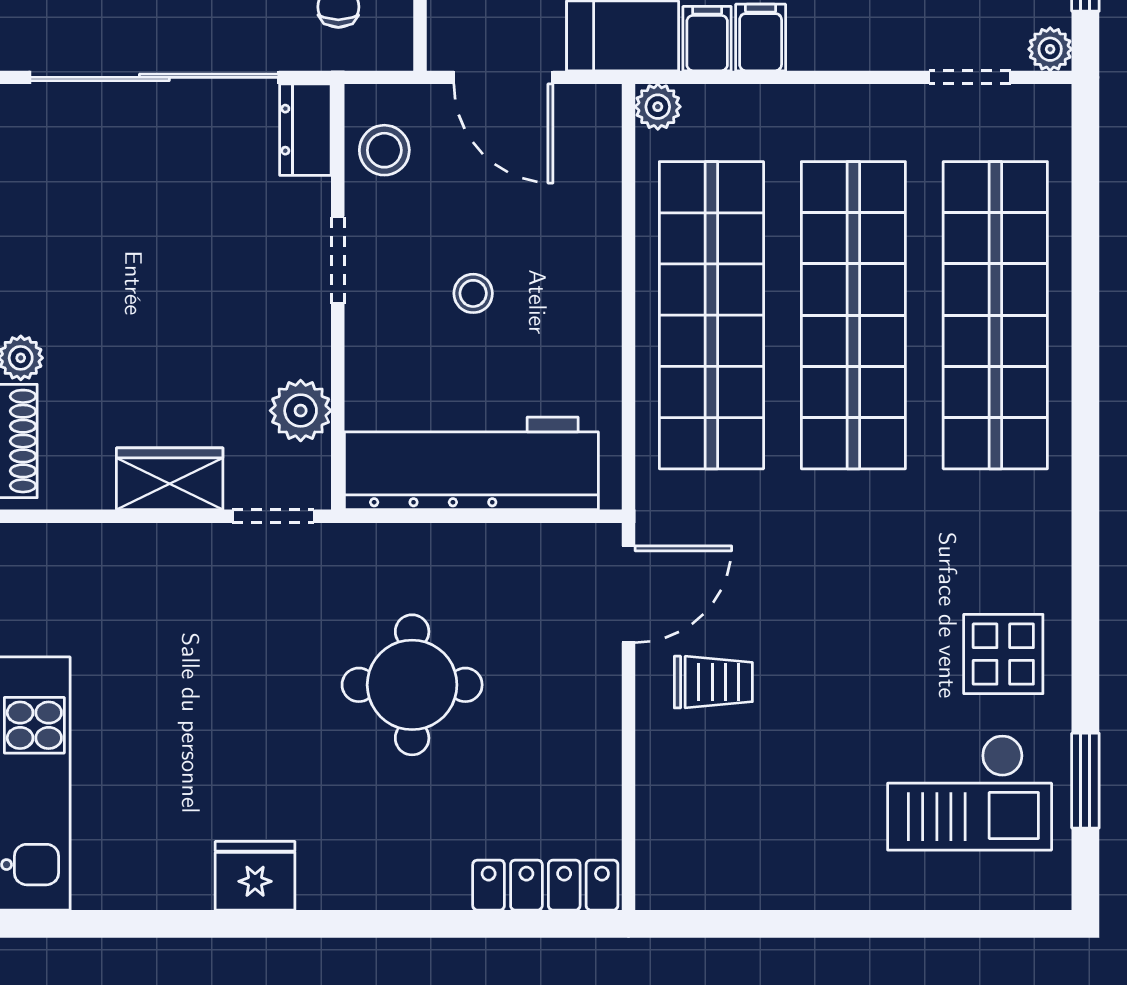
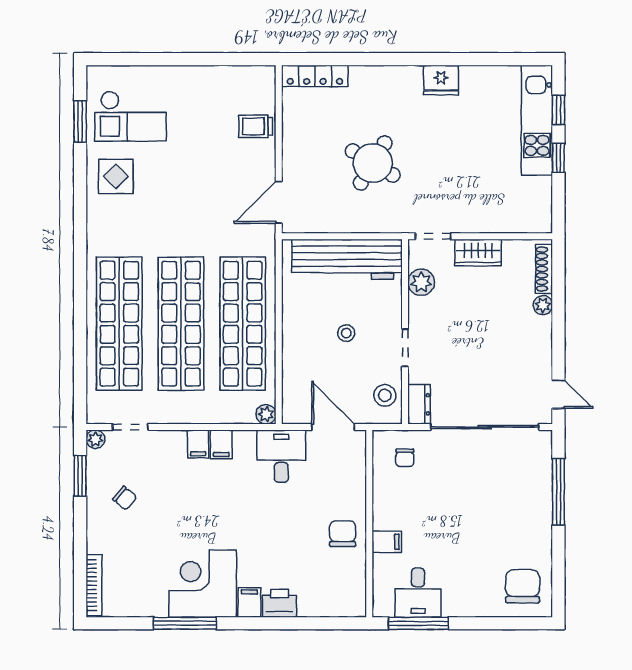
filing cabinet: (707, 39) -> (198, 444), moved
trolley: (713, 682) -> (256, 126), moved
round table: (412, 685) -> (373, 163), turned 31
checkout: (970, 792) -> (130, 116), turned 180

